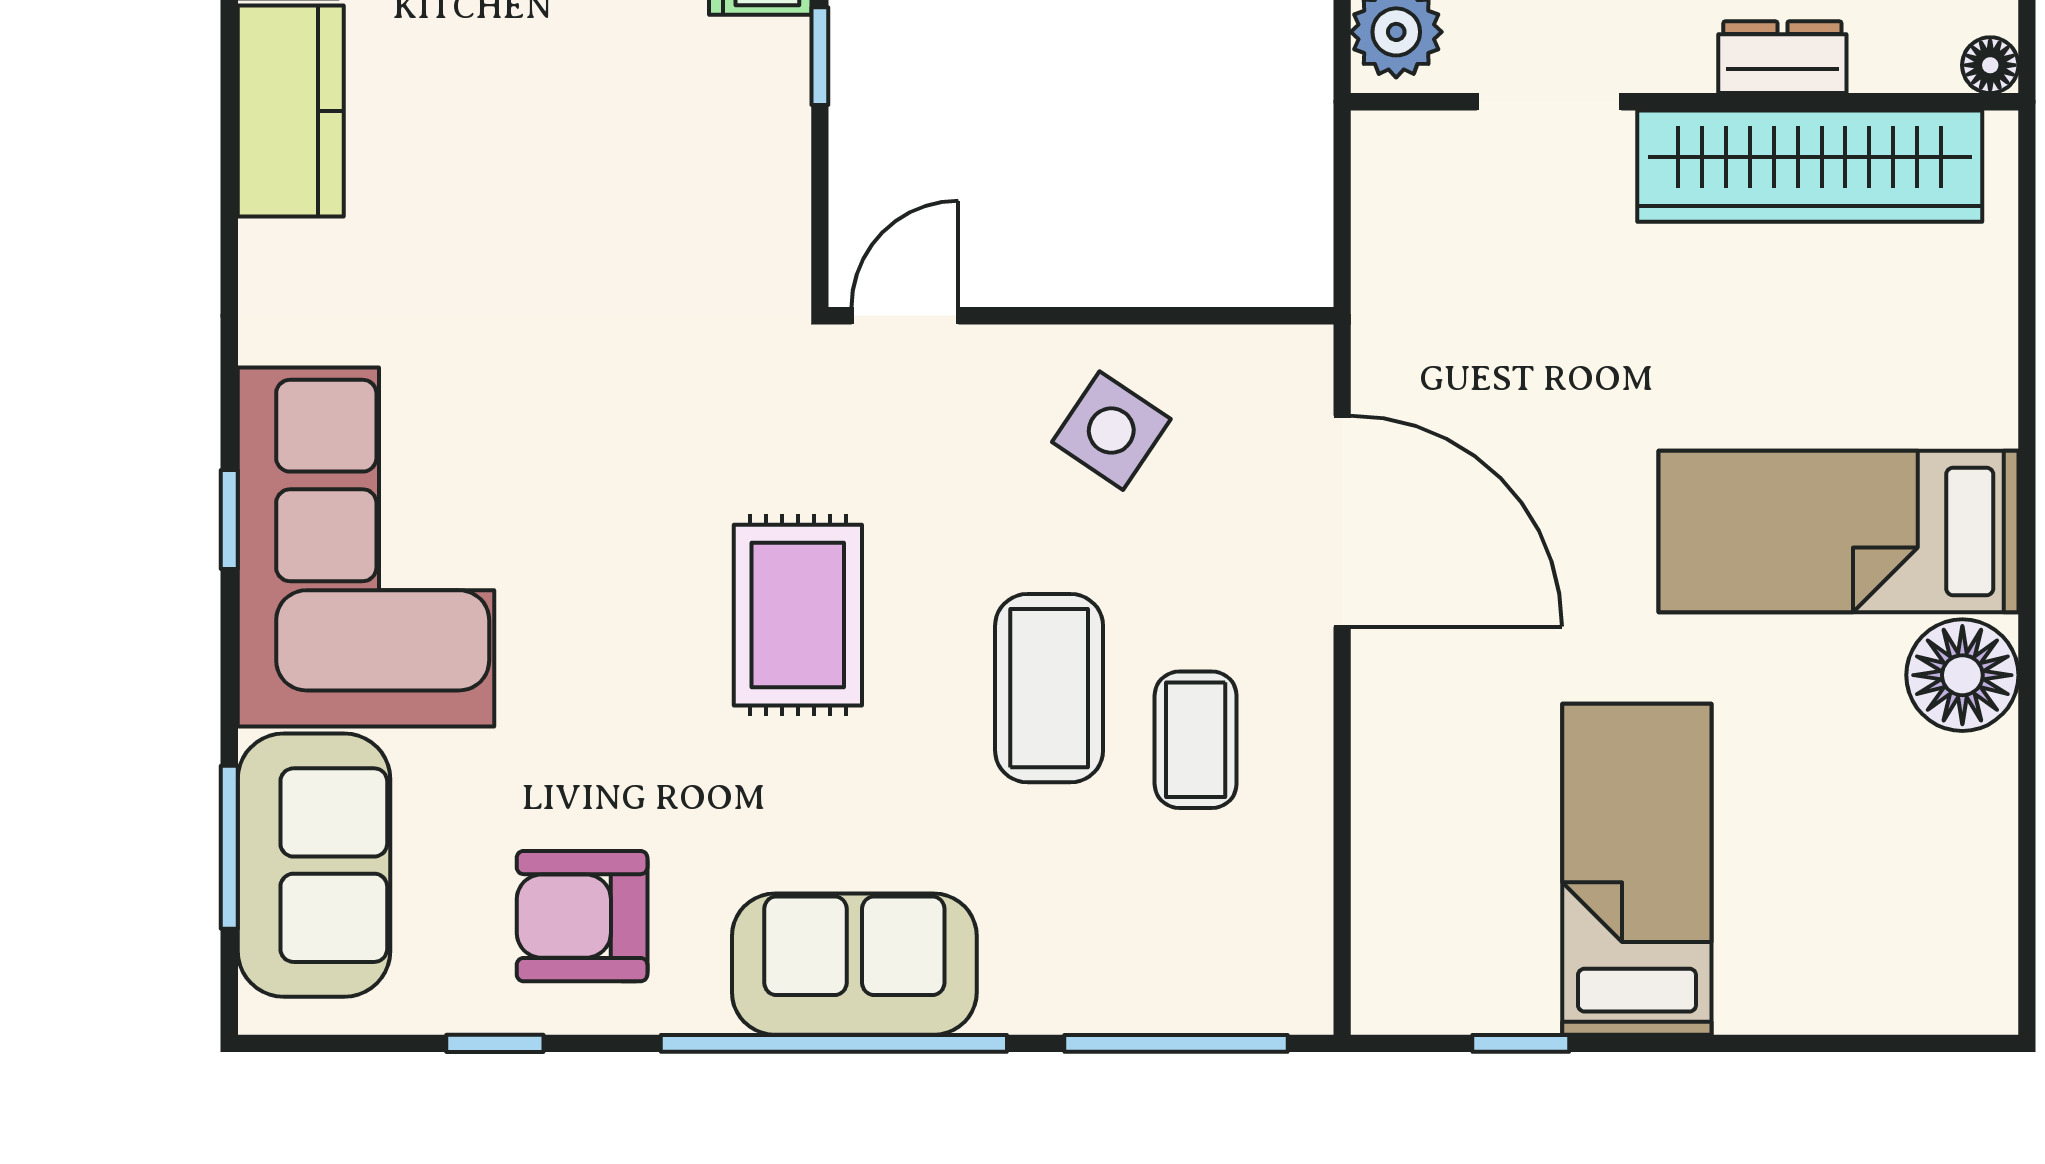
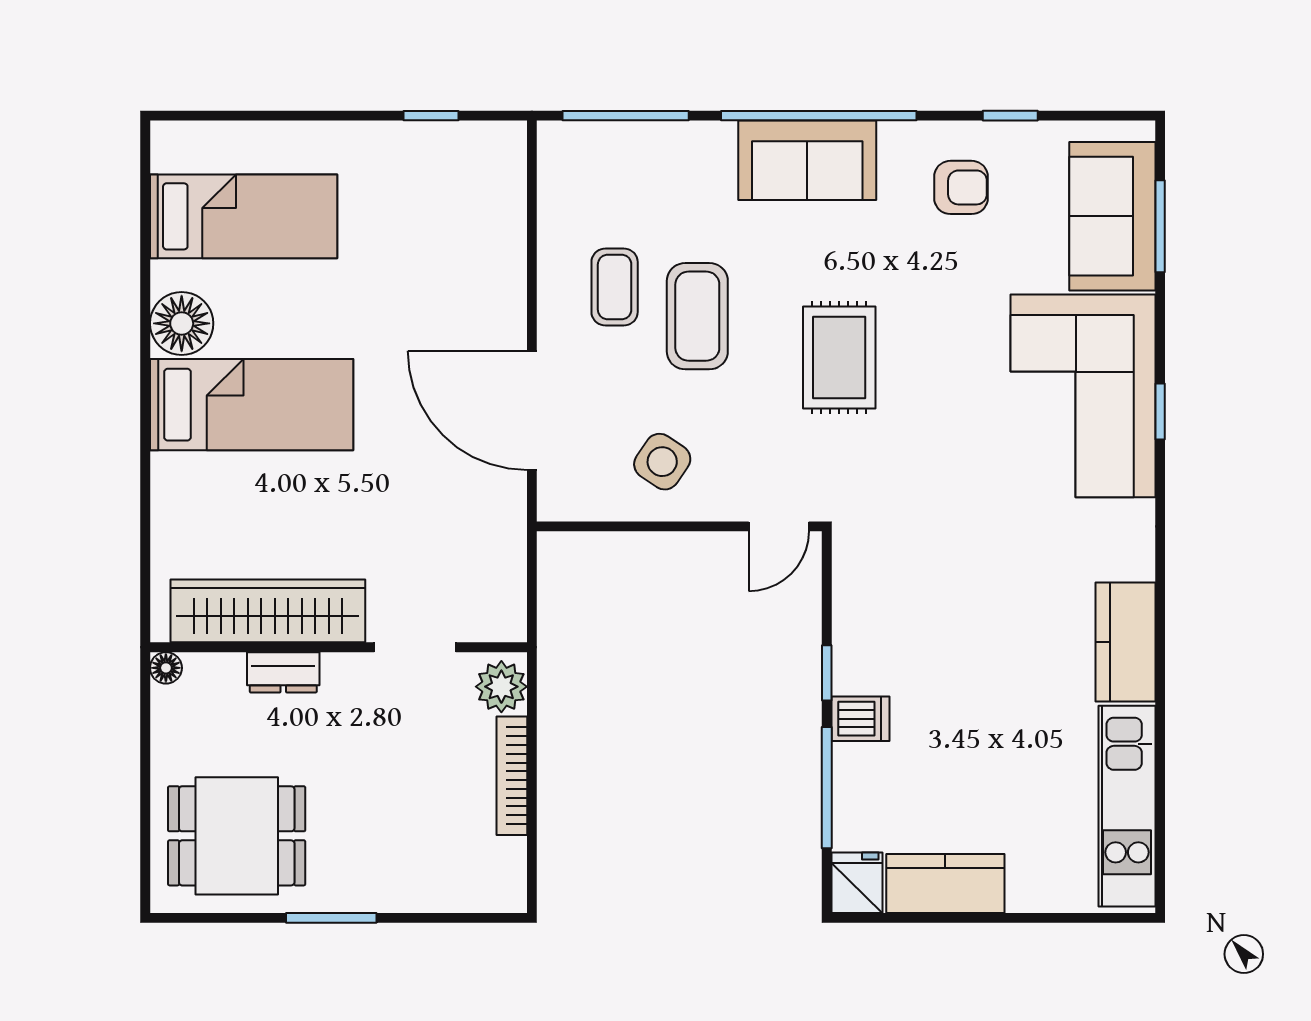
bed: (1637, 869) -> (244, 216), moved, turned -90
armchair: (582, 916) -> (961, 187), width x0.72, depth x0.72

